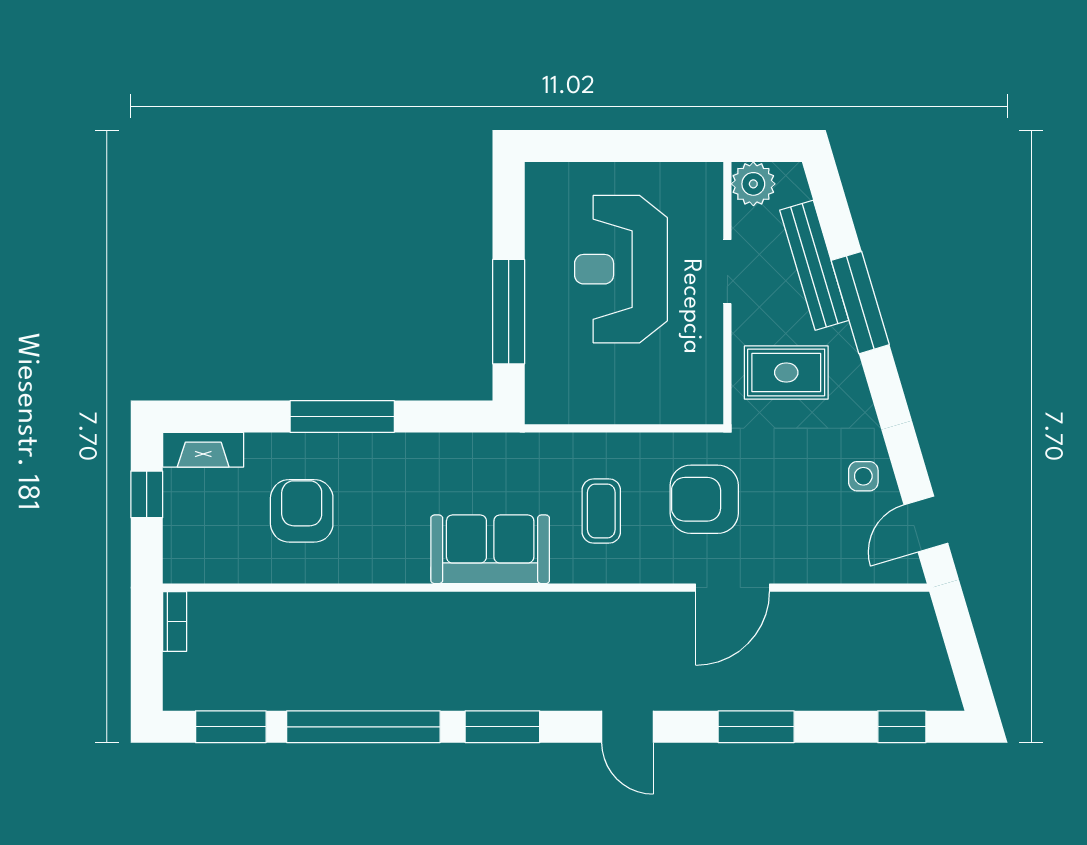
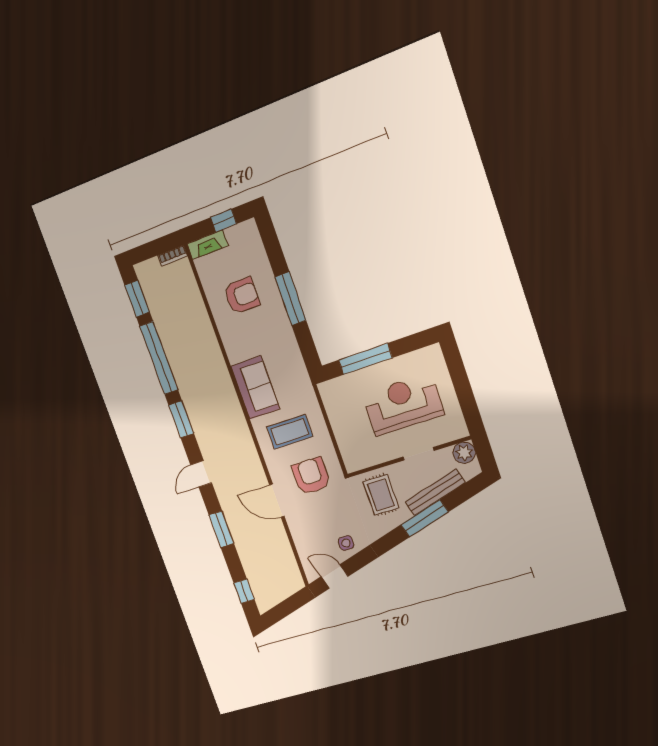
fireplace: (203, 450) -> (208, 245), moved, turned -90
coffee table: (601, 511) -> (290, 432), width x1.36, depth x1.30

